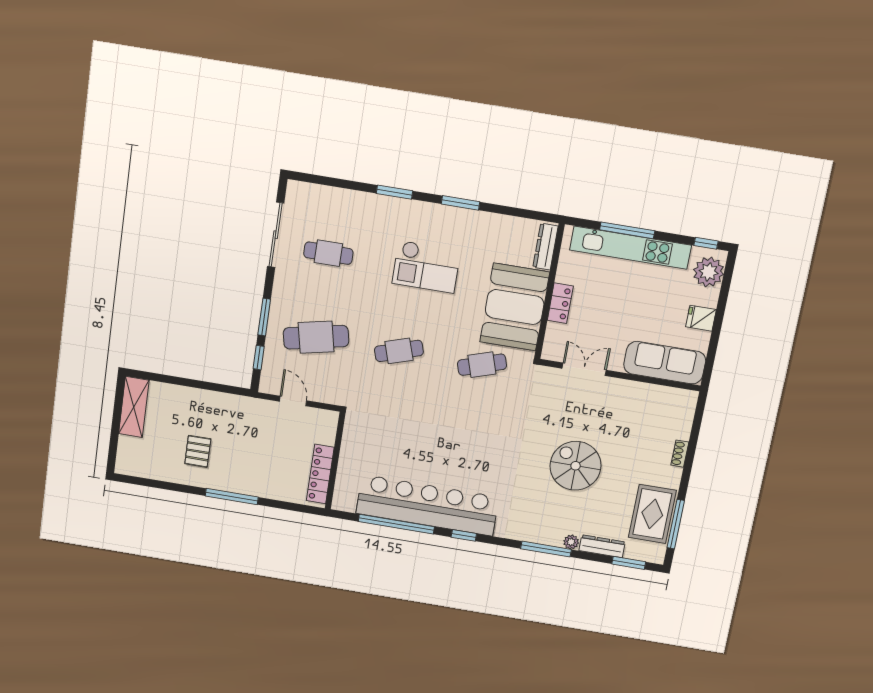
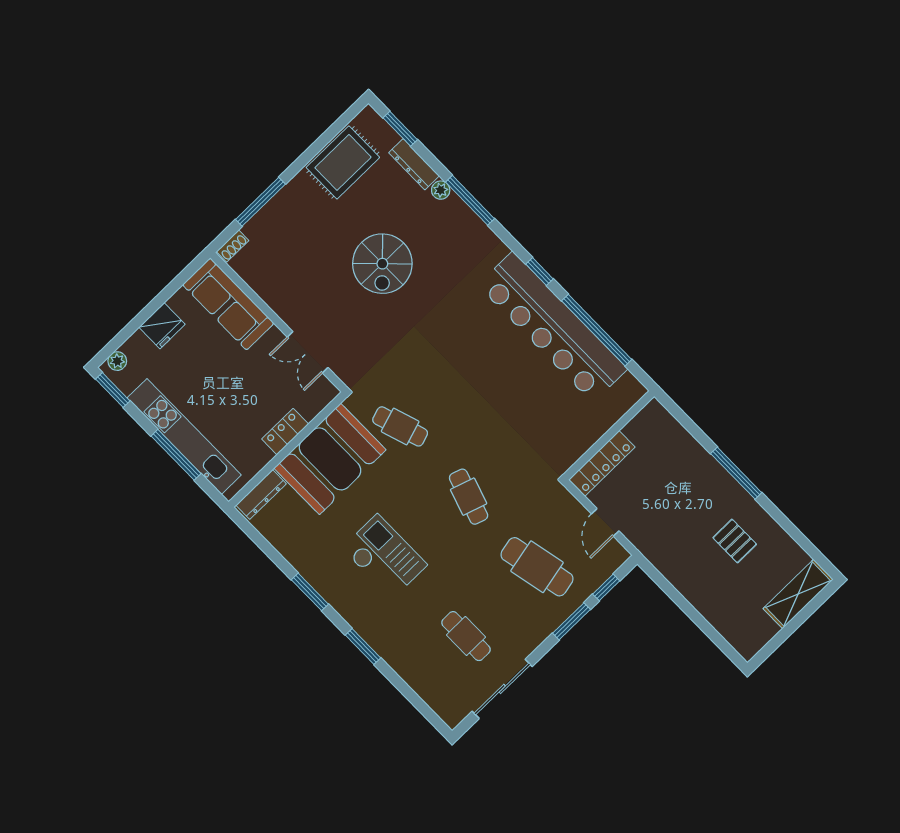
window: (706, 243) -> (113, 390), width x1.50
plant: (709, 272) -> (117, 361), width x0.53, depth x0.53
fridge: (701, 318) -> (162, 326), width x1.38
cafe table: (399, 351) -> (469, 497), turned 36
shelving: (134, 407) -> (798, 594), moved
pallet: (198, 451) -> (735, 541), turned 90
shoe rack: (680, 454) -> (233, 246), moved
locker: (320, 474) -> (602, 463), moved
window: (676, 524) -> (260, 202), moved

